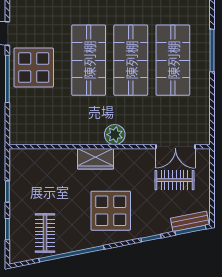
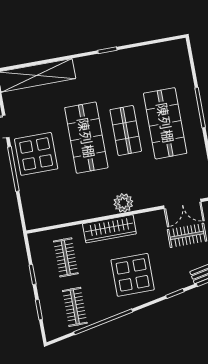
shop shelf: (131, 60) -> (126, 130), width x0.70, depth x0.74
wardrobe: (95, 159) -> (109, 229), width x1.50
clothes rail: (45, 180) -> (66, 257), added

